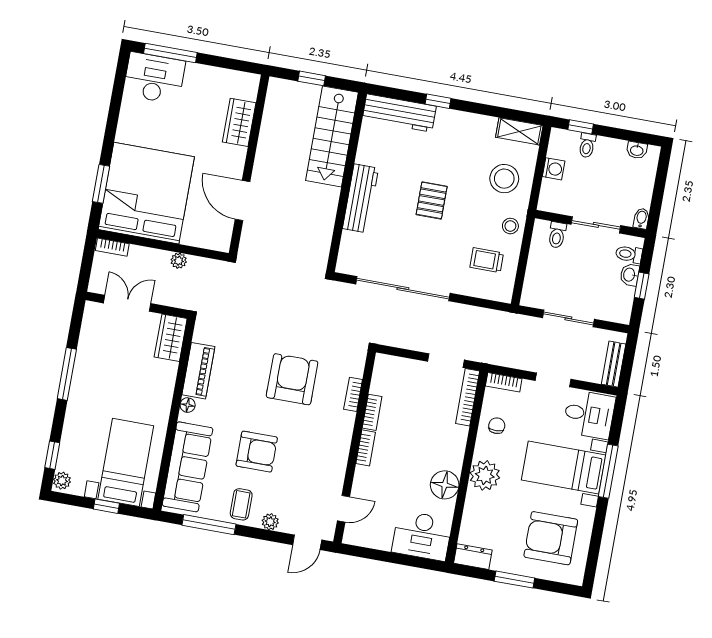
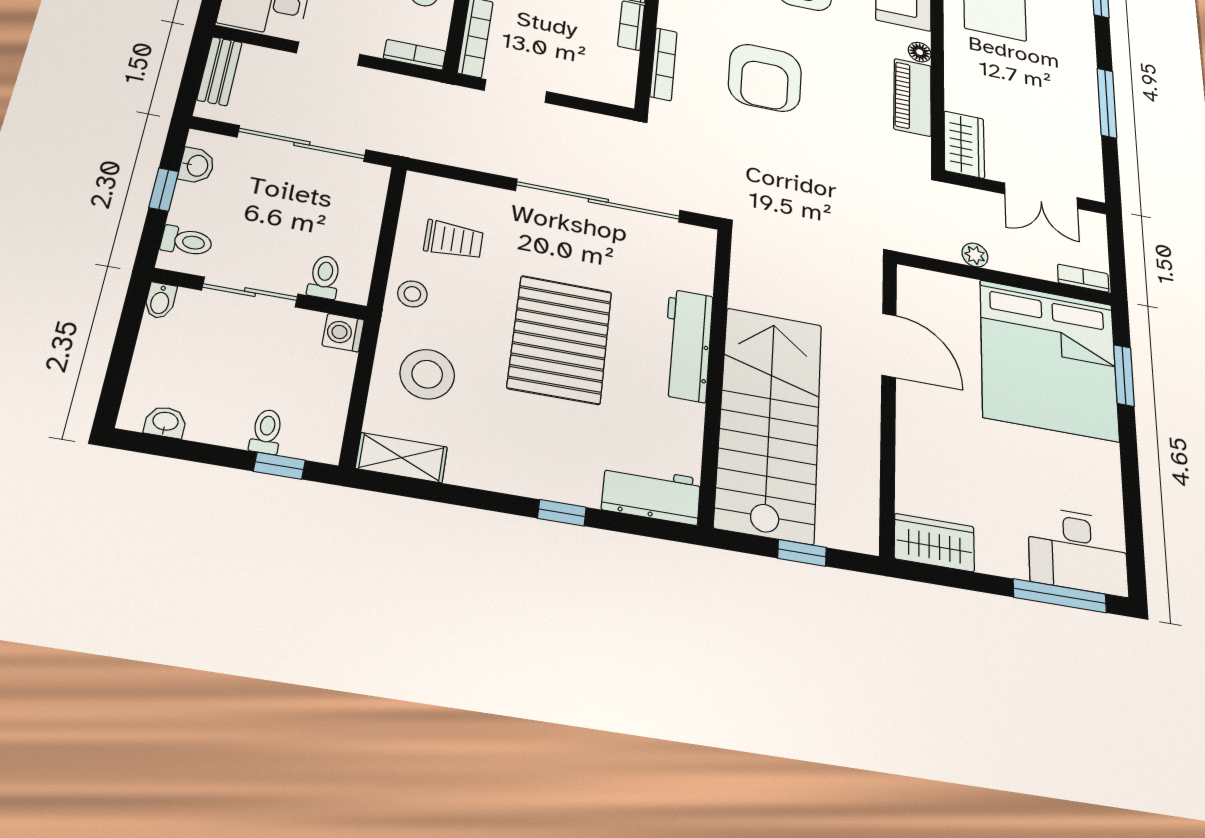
workbench: (399, 113) -> (651, 494), width x0.73
wardrobe: (239, 122) -> (934, 543), moved, turned -90
stairs: (332, 136) -> (769, 423), width x1.36, depth x1.51
washing machine: (554, 169) -> (343, 333), moved
pallet: (432, 200) -> (560, 339), width x2.05, depth x2.00
washbasin: (630, 275) -> (197, 166), moved
sliding door: (568, 318) -> (302, 144), width x1.37
bookcase: (353, 394) -> (664, 64), width x1.56

